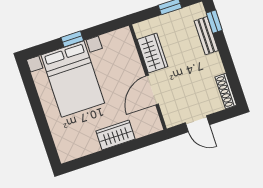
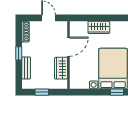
window: (214, 22) -> (19, 53), moved
window: (72, 39) -> (117, 92), moved

